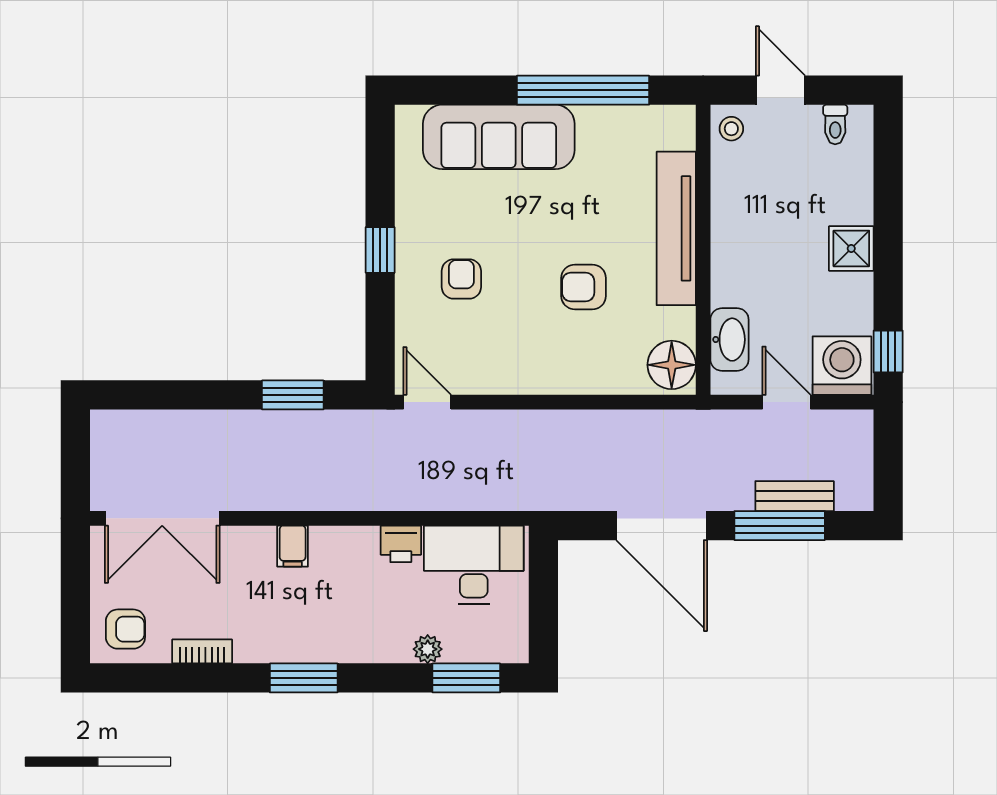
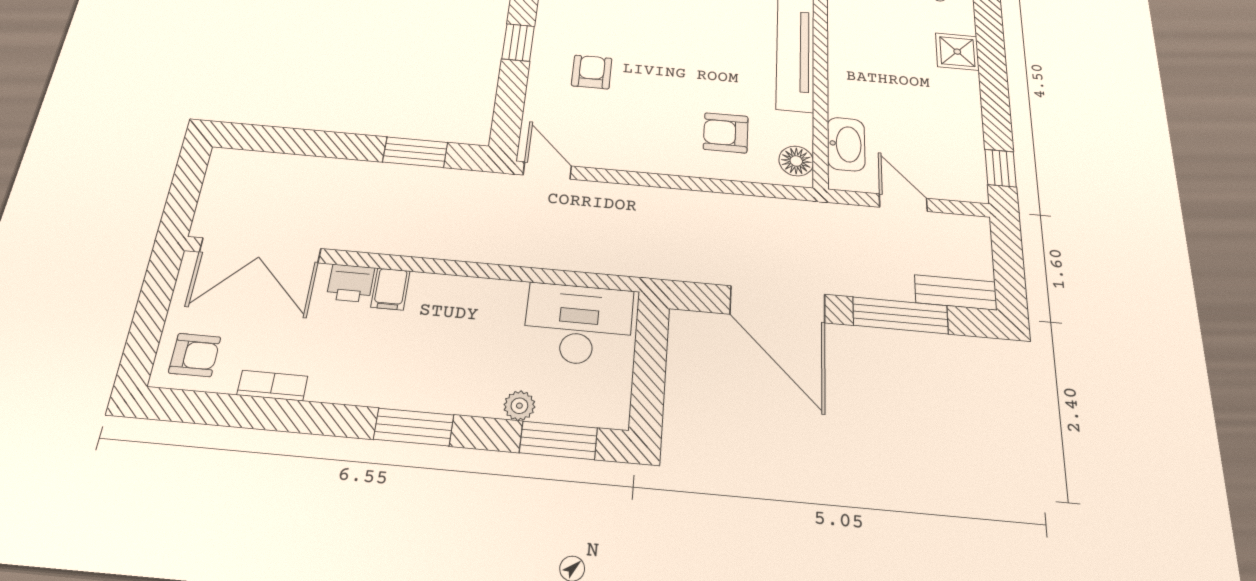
shower: (851, 248) -> (957, 52), moved
armchair: (584, 287) -> (726, 133), moved
floor lamp: (672, 365) -> (796, 161), width x0.73, depth x0.73
washing machine: (842, 366) -> (956, 176), removed
bench: (795, 496) -> (956, 292), moved
printer: (401, 544) -> (351, 283), moved
window: (304, 678) -> (414, 427), moved

